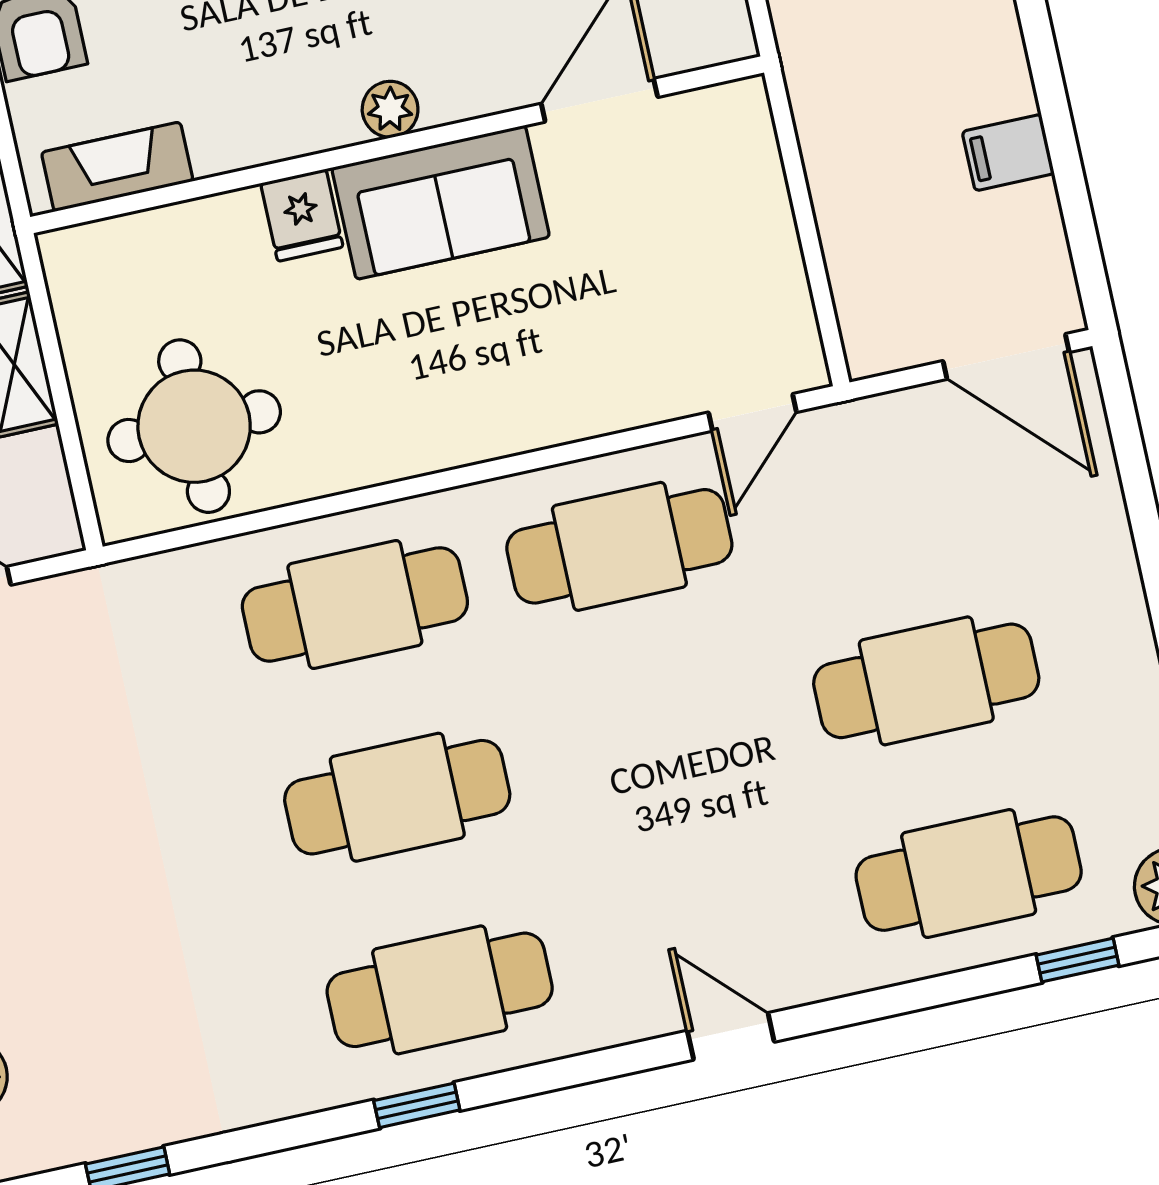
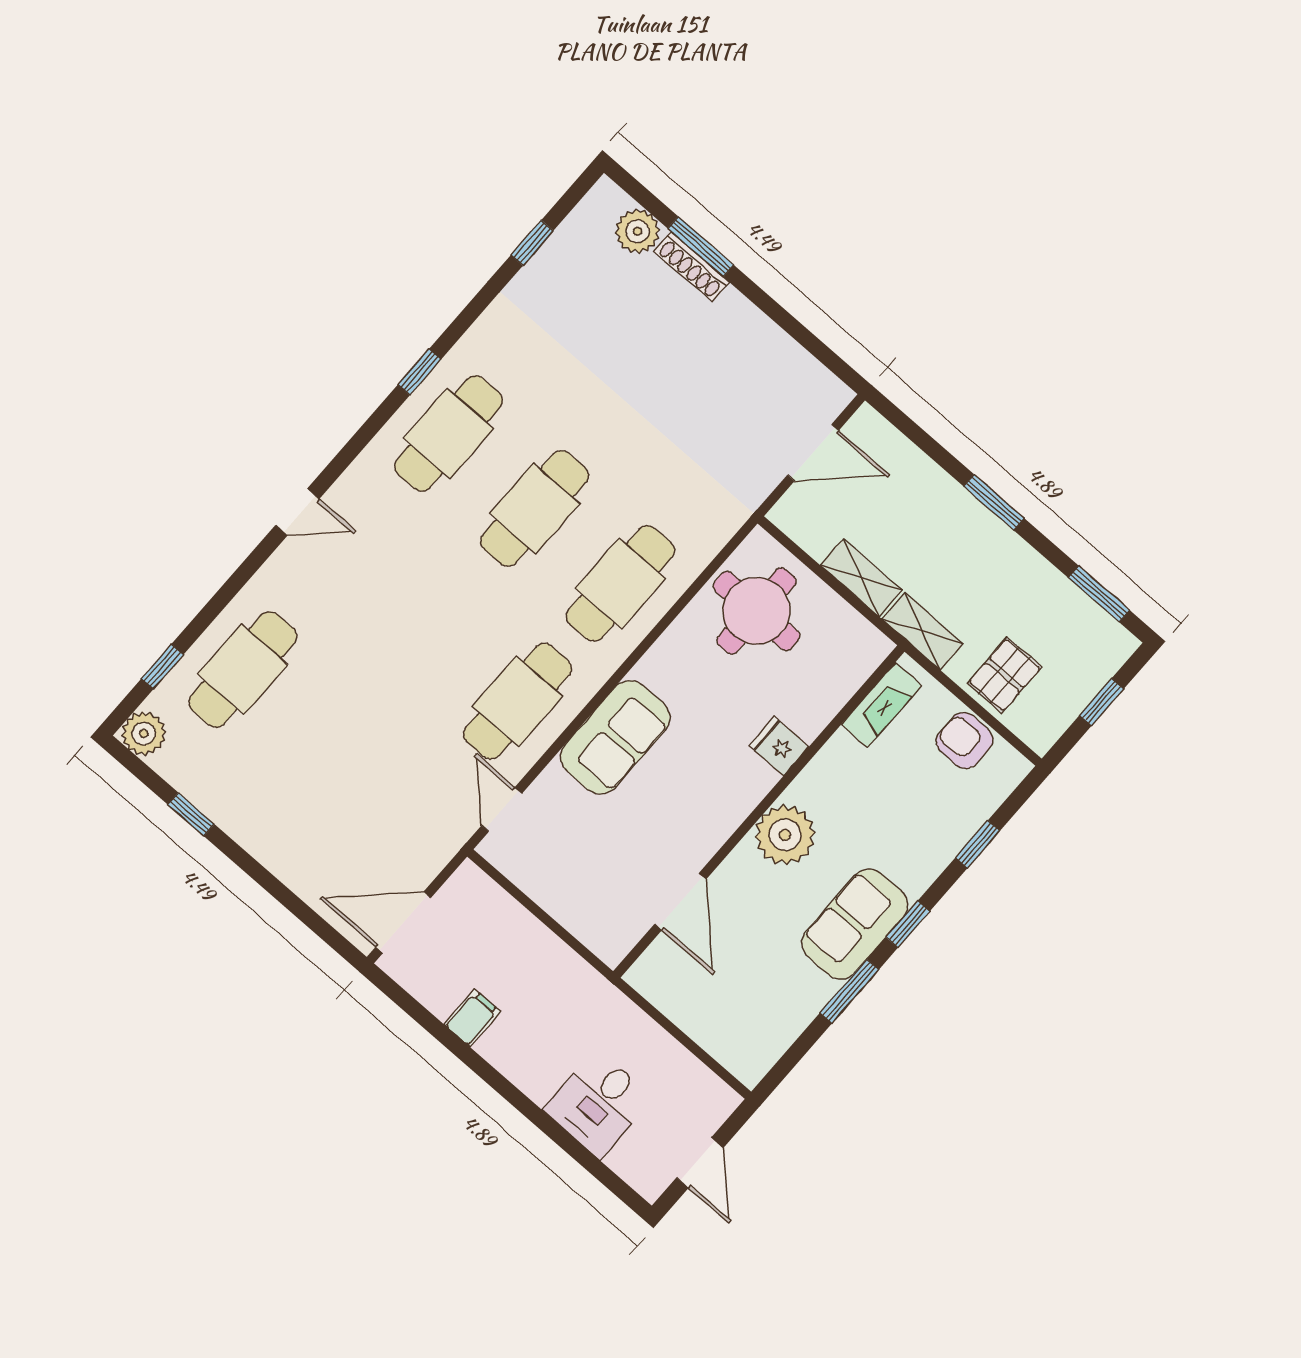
plant: (390, 109) -> (785, 835), width x1.88, depth x1.88
sofa: (441, 202) -> (615, 737), moved, turned 180
cafe table: (926, 681) -> (329, 744), removed

